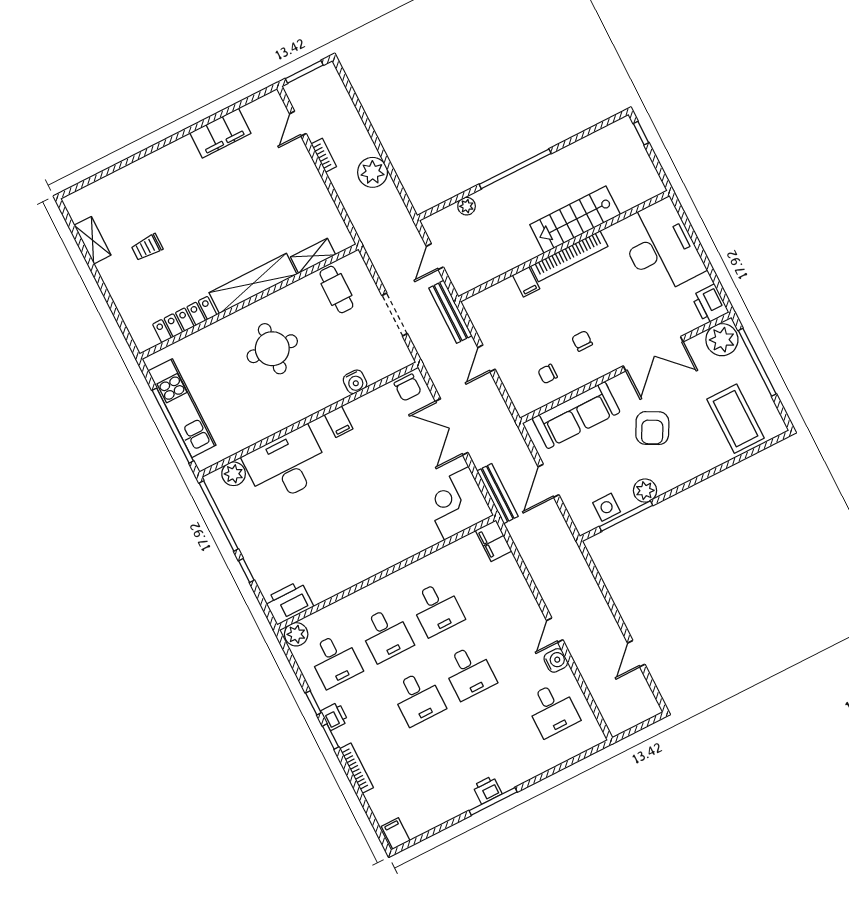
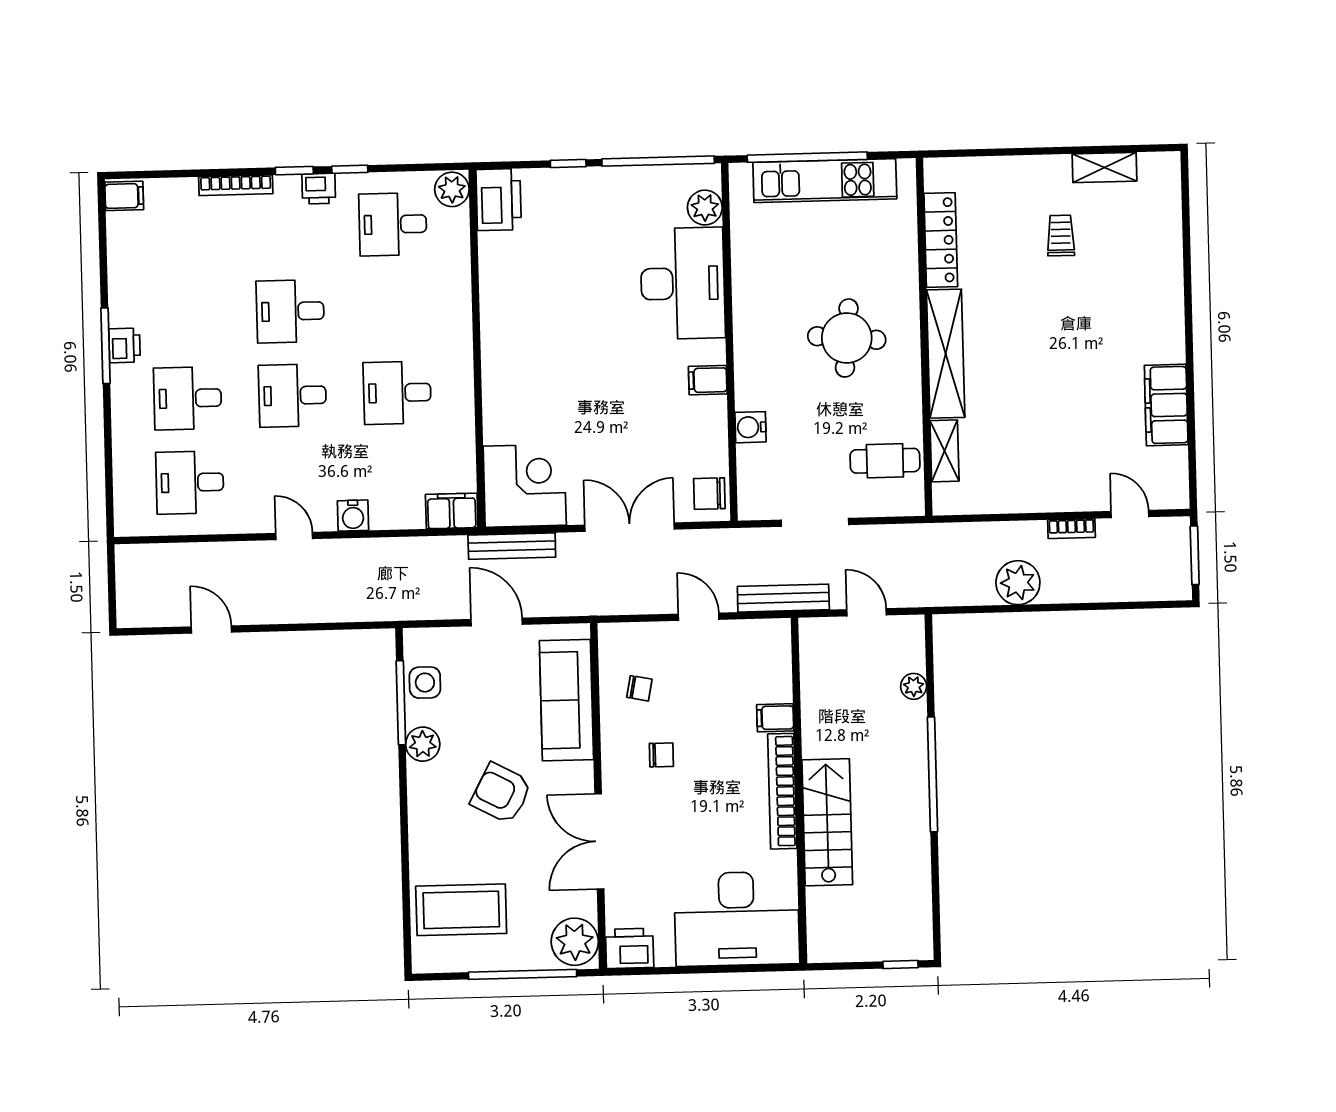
chair: (548, 374) -> (639, 688), turned 101
desk: (386, 634) -> (188, 398), moved
water cooler: (556, 660) -> (353, 516), moved

